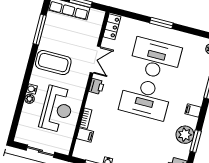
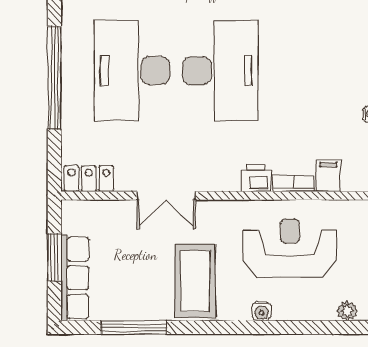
window: (161, 23) -> (54, 78), width x2.11
double door: (95, 60) -> (166, 196), swing flipped
printer: (97, 86) -> (256, 178), moved
plant: (30, 99) -> (347, 311), moved

